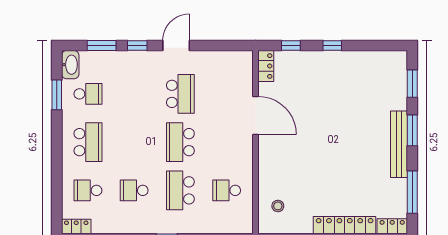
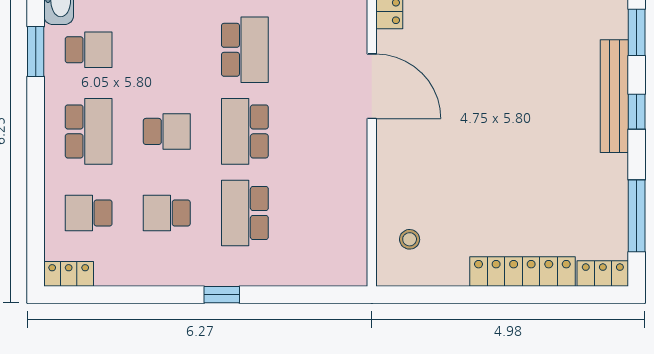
window: (412, 130) -> (637, 112), width x0.67
bench: (399, 144) -> (614, 96), moved
school desk: (227, 190) -> (167, 131), moved, turned 180

